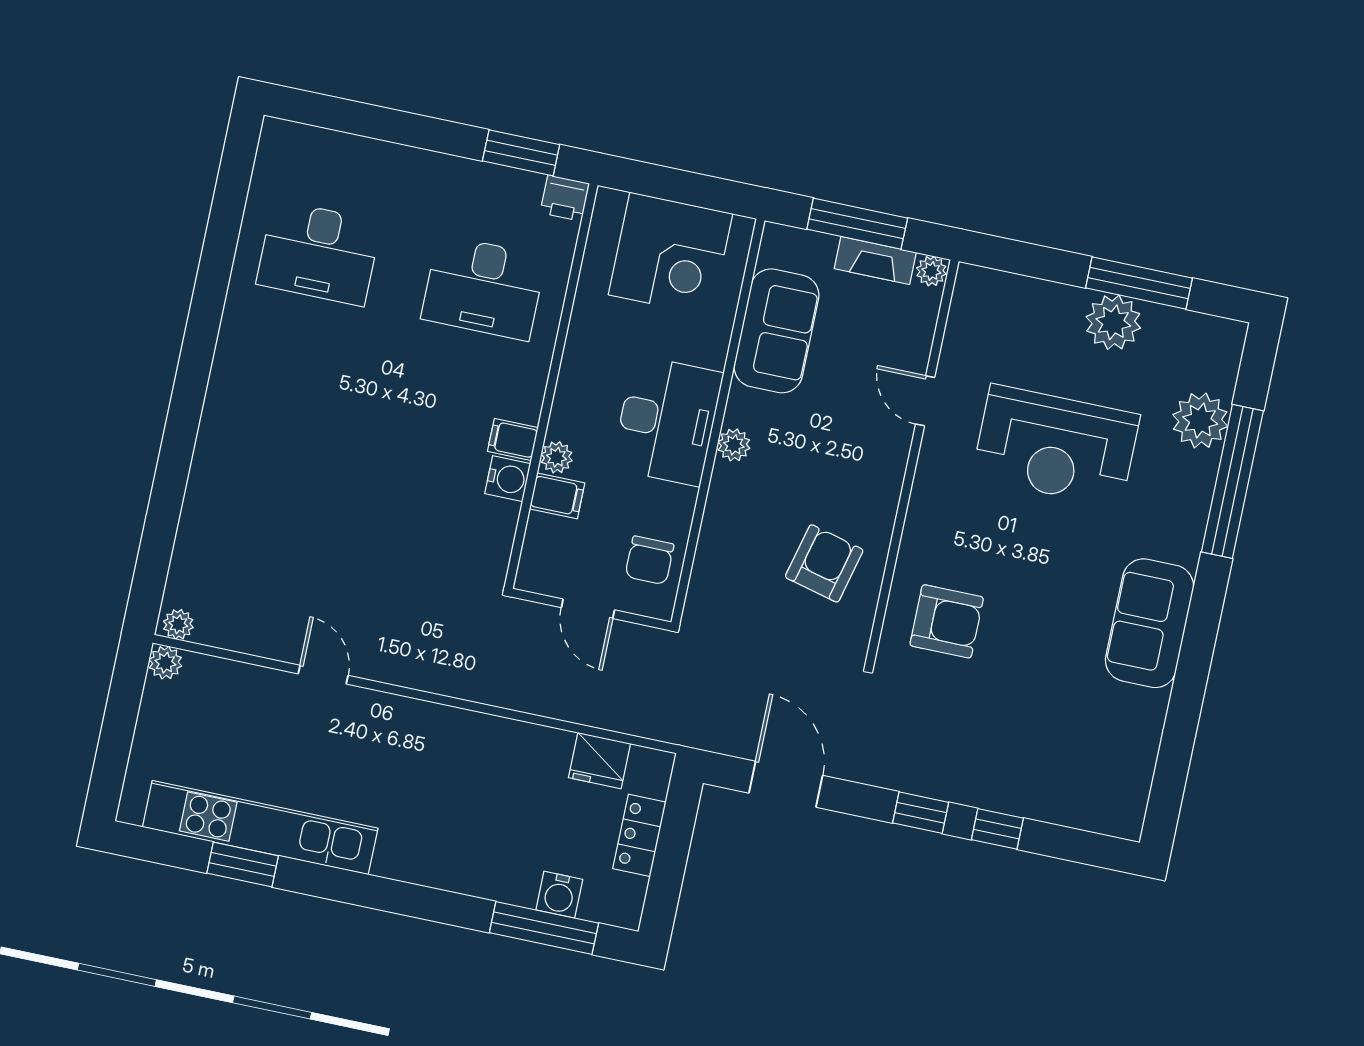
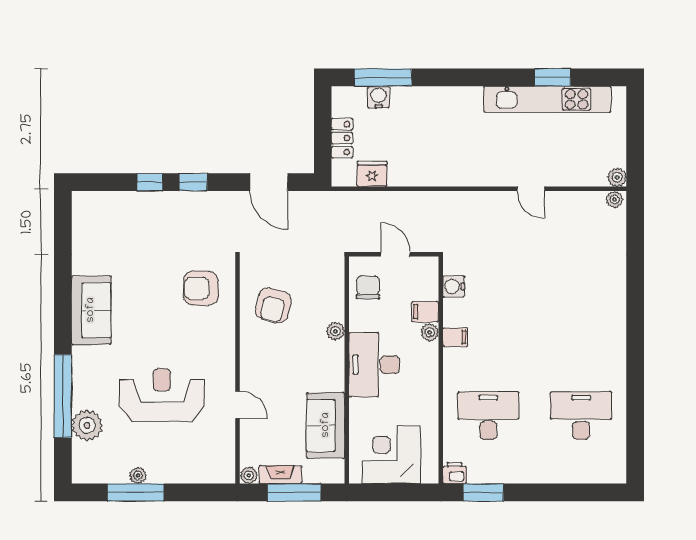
plant: (1113, 322) -> (138, 475), width x0.53, depth x0.53
plant: (734, 445) -> (336, 331), moved
water cooler: (508, 479) -> (454, 286), moved

